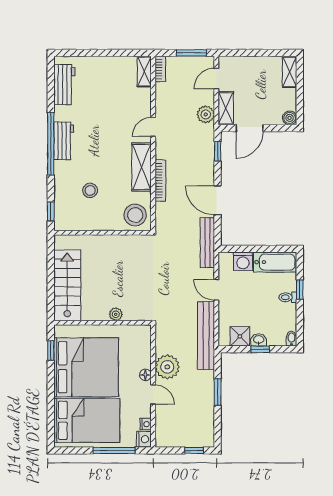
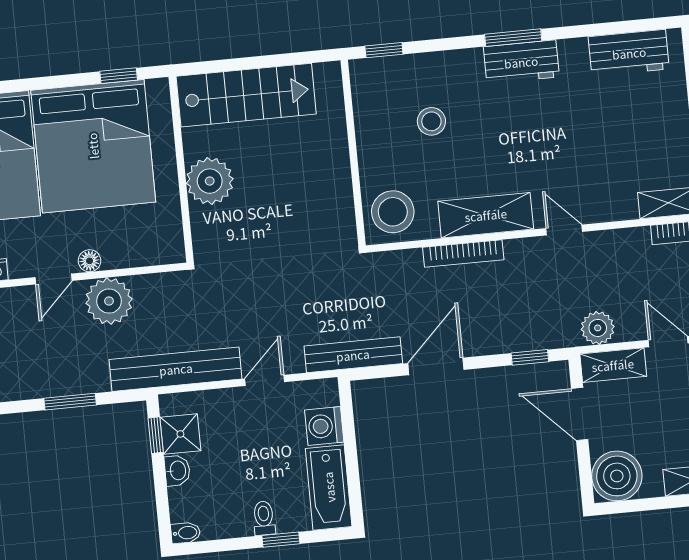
boiler: (290, 118) -> (617, 476), width x1.86, depth x1.86
window: (51, 144) -> (513, 38), width x0.47
plant: (116, 314) -> (210, 181), width x1.88, depth x1.88
window: (260, 349) -> (156, 435), moved

